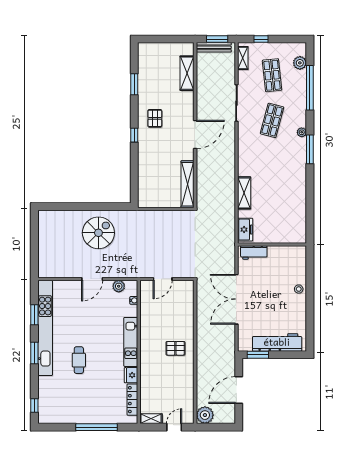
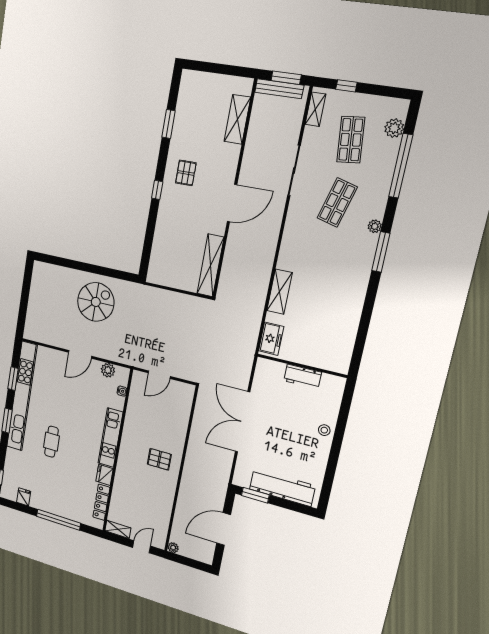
workbench: (254, 252) -> (303, 377), moved
plant: (205, 415) -> (173, 548), width x0.53, depth x0.53
fridge: (61, 417) -> (24, 497), added

